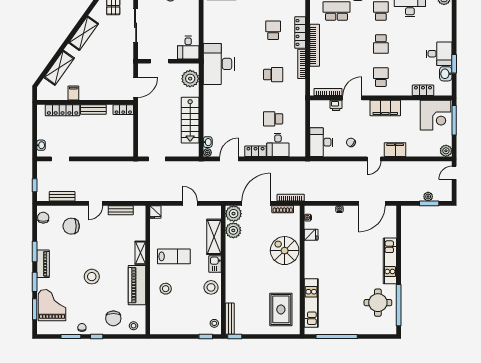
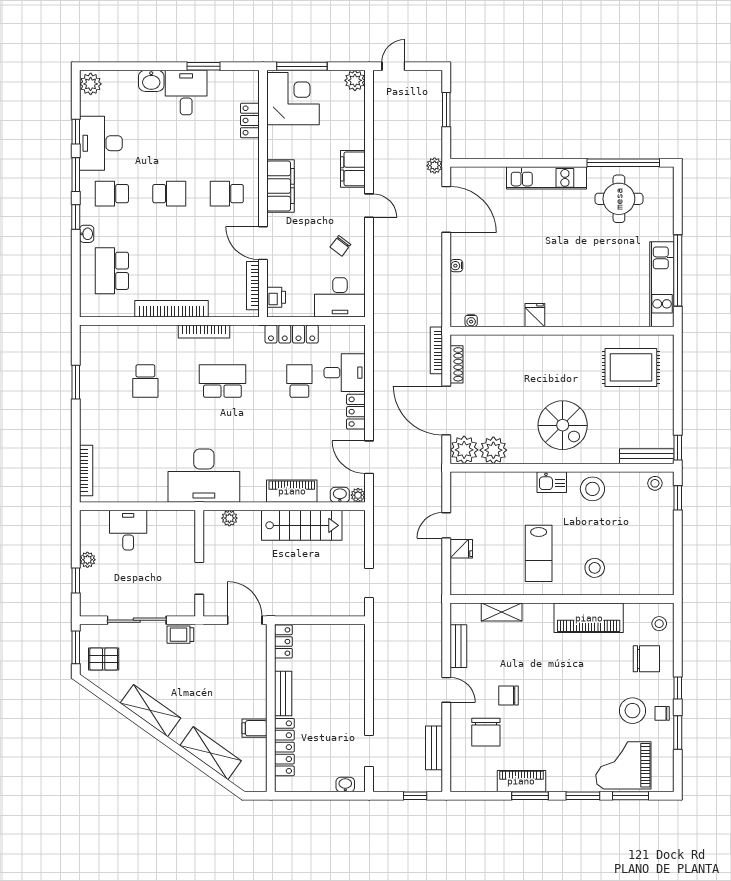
school desk: (273, 30) -> (145, 381), turned -90
locker: (300, 32) -> (292, 334), moved
desk: (188, 48) -> (128, 530), moved, turned -90
trolley: (127, 50) -> (180, 635), added
washbasin: (446, 74) -> (151, 81), moved
school desk: (273, 75) -> (222, 381), width x1.85
plant: (190, 79) -> (229, 518), width x0.53, depth x0.53
printer: (336, 105) -> (276, 297), moved
piano: (210, 114) -> (292, 491), added
school desk: (273, 119) -> (299, 381), turned 180
door: (454, 173) -> (393, 66), swing flipped
plant: (428, 197) -> (435, 166), moved
fridge: (155, 212) -> (461, 549), moved
chair: (43, 218) -> (508, 695), moved
fridge: (311, 235) -> (535, 315), moved
shelving: (214, 237) -> (505, 484), removed
spiral stairs: (285, 251) -> (563, 425), moved, turned -90
shelving: (140, 253) -> (502, 612), moved
lab bench: (174, 256) -> (539, 553), turned 180
piano: (43, 264) -> (521, 781), moved
stool: (92, 277) -> (632, 711), moved
kitchen unit: (311, 303) -> (662, 284), moved, turned -90

